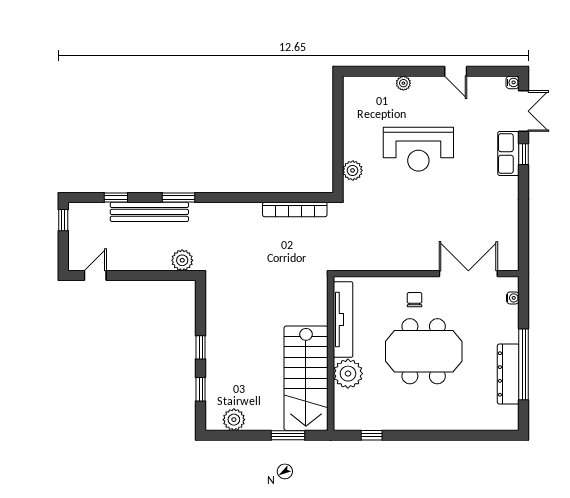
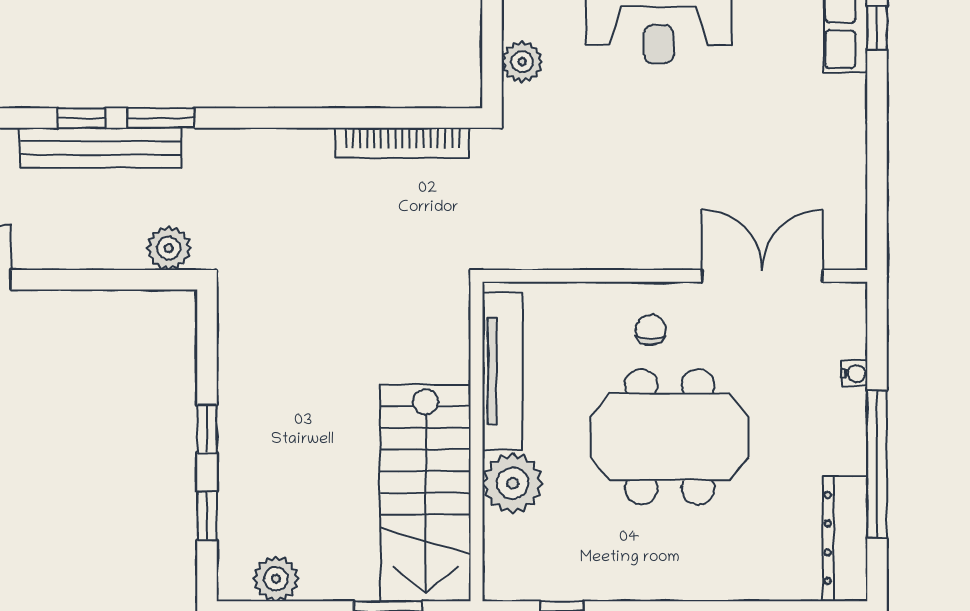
window: (116, 198) -> (82, 118), moved
water cooler: (513, 298) -> (855, 374), moved
dresser: (508, 374) -> (845, 538), moved

